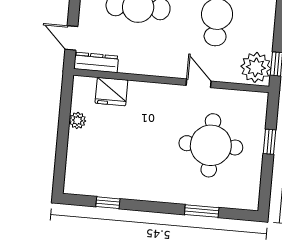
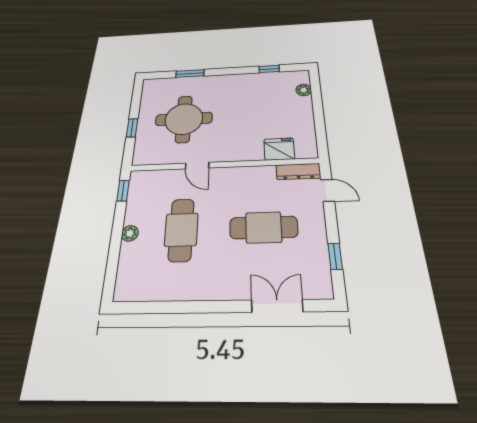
plant: (256, 67) -> (130, 233), moved, width x0.53, depth x0.53
plant: (77, 120) -> (304, 90), moved

